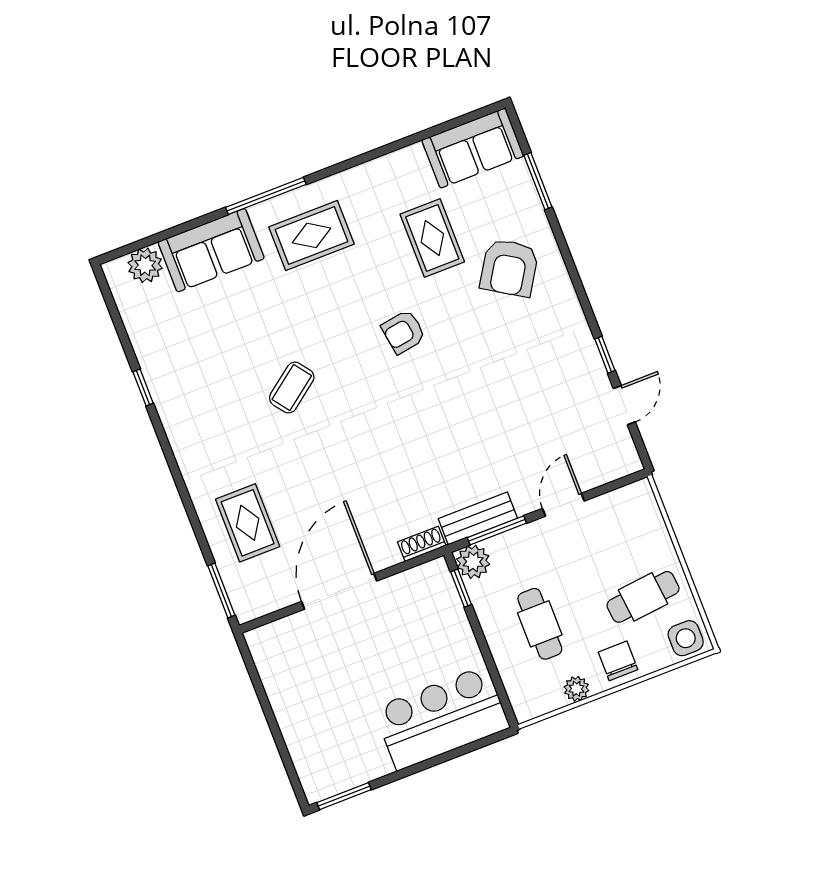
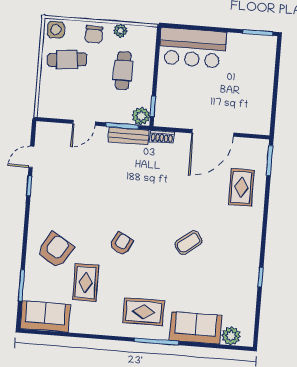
armchair: (403, 332) -> (121, 244), turned -55

